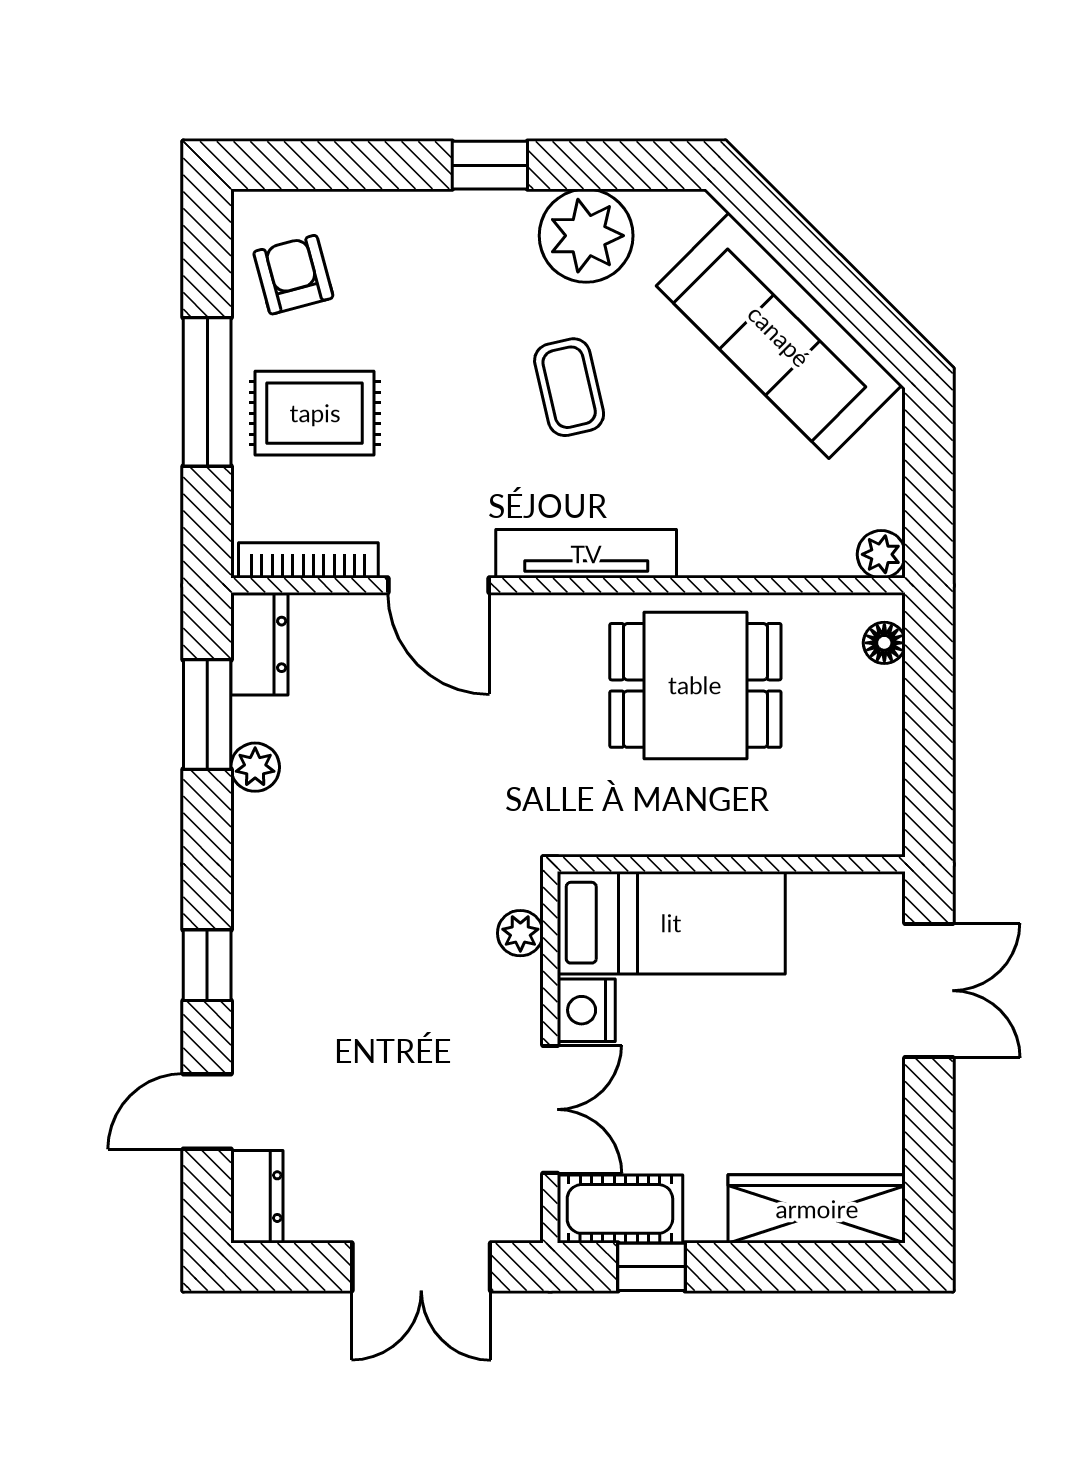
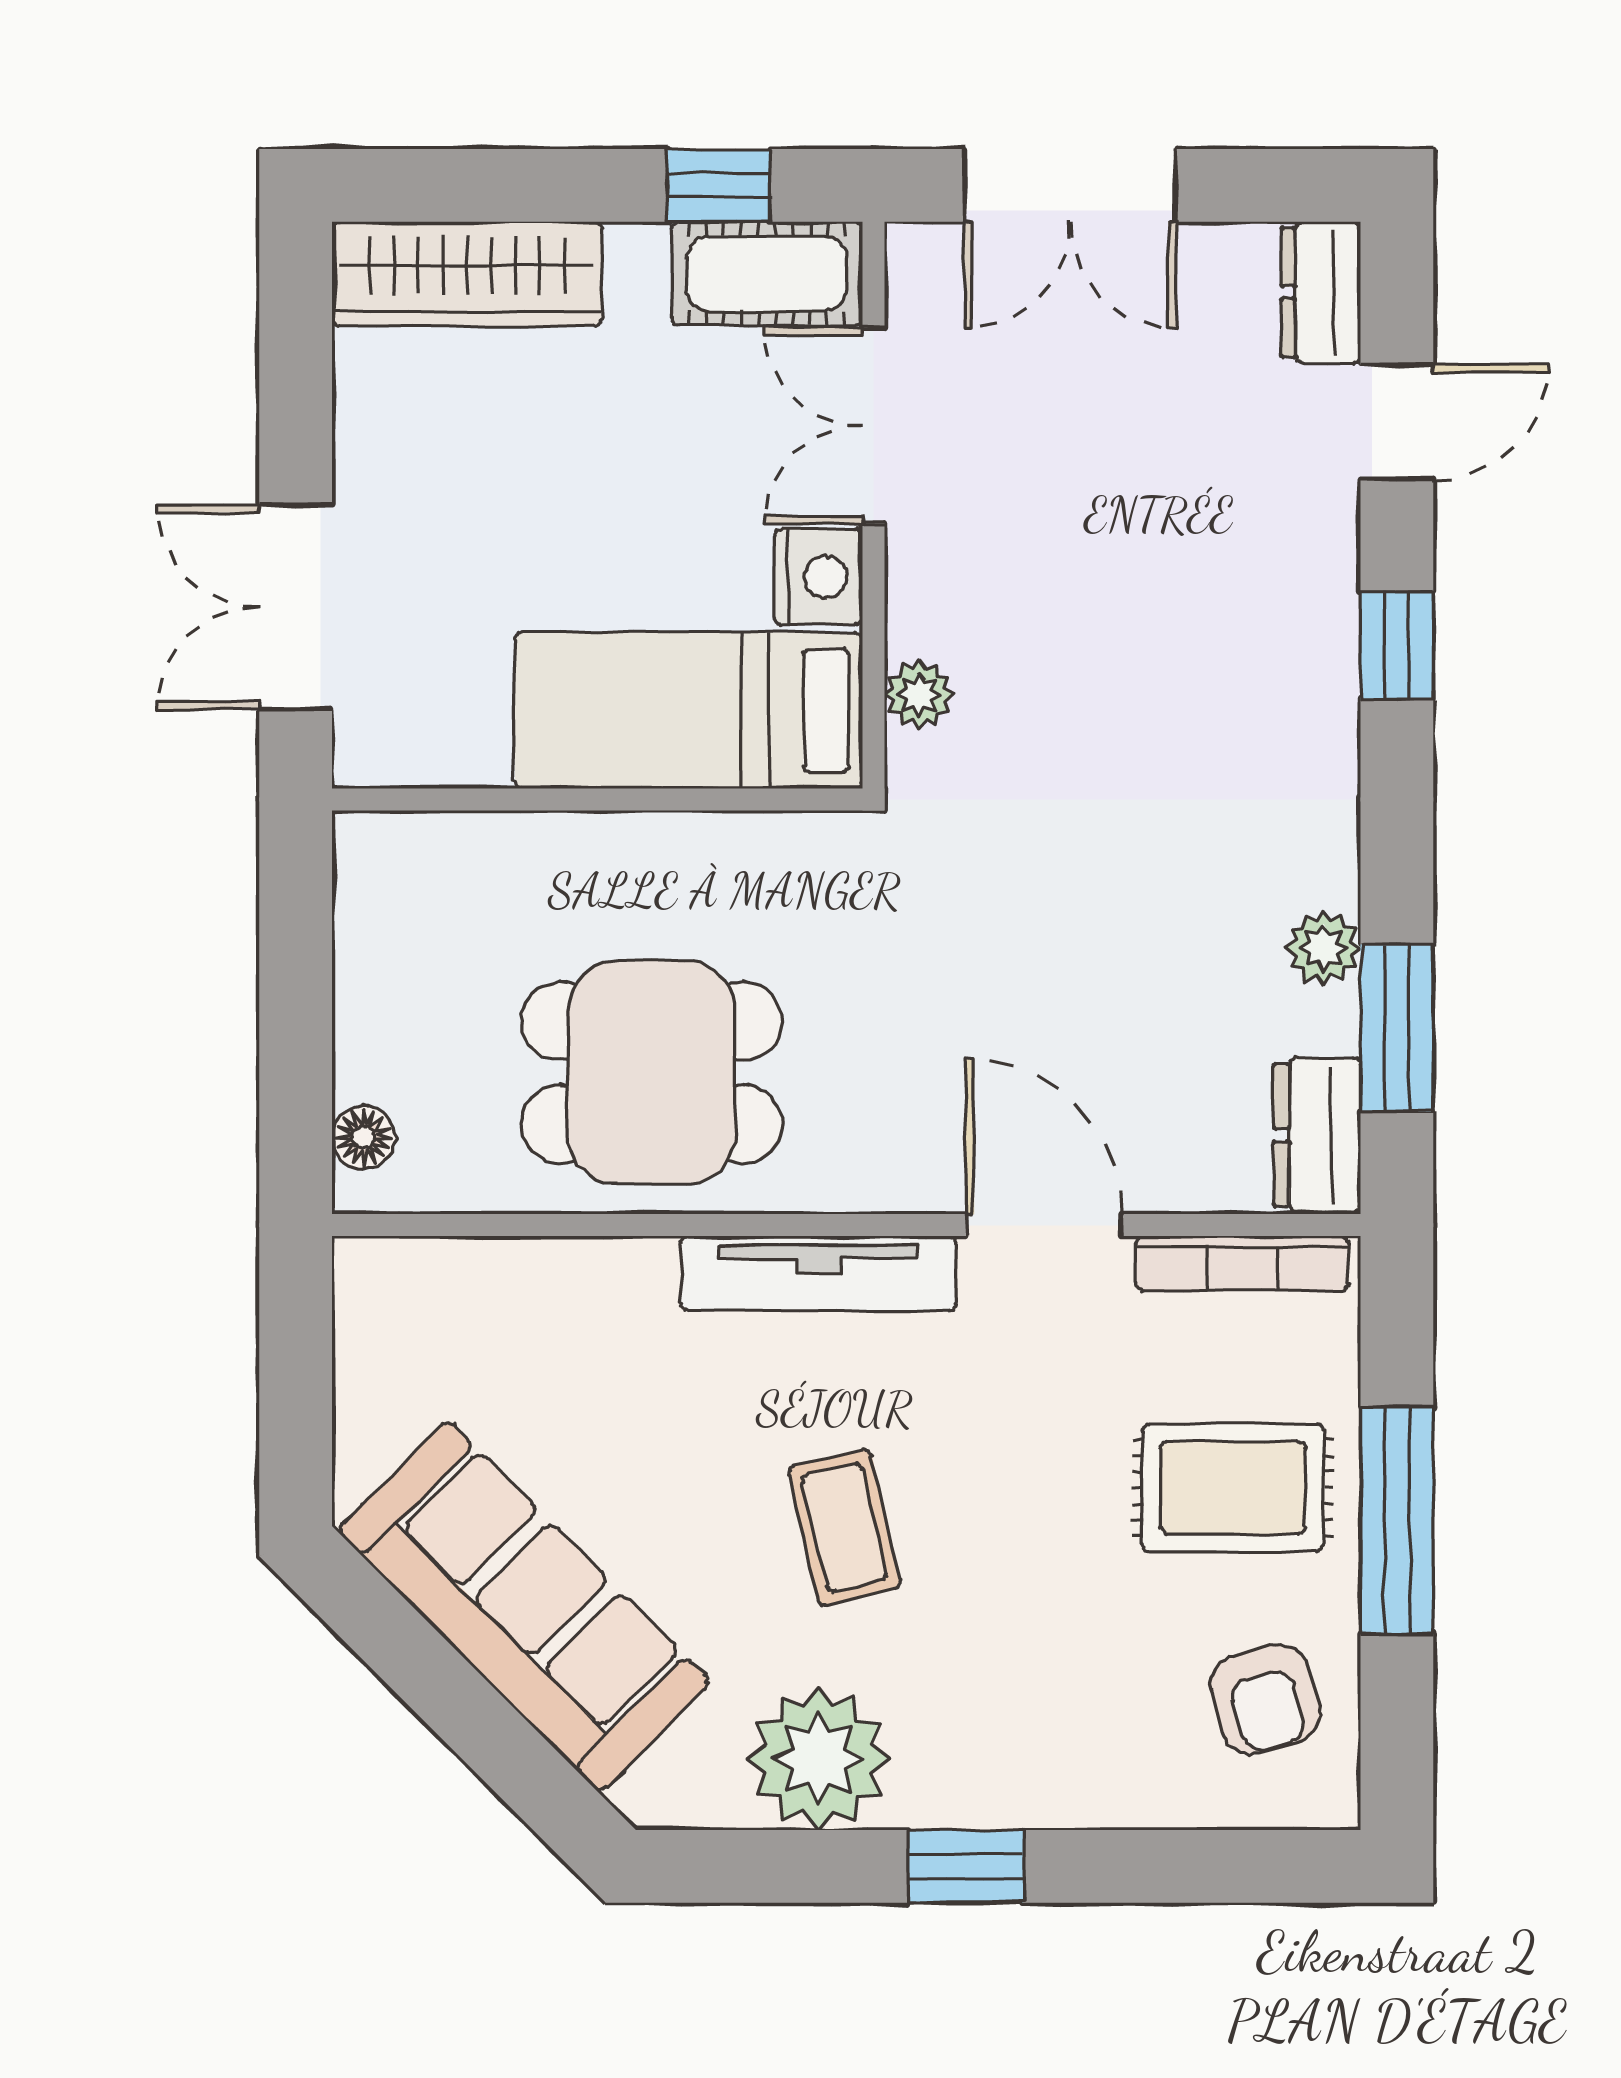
plant: (881, 554) -> (368, 1272), removed
double door: (421, 1267) -> (1070, 185), swing flipped

